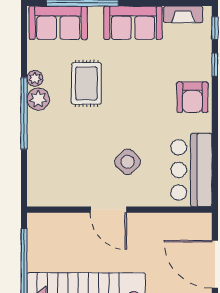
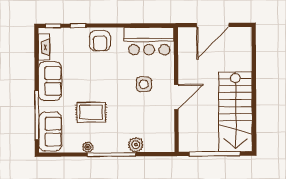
armchair: (192, 97) -> (100, 41), turned 90
plant: (38, 99) -> (136, 145), moved
side table: (128, 162) -> (144, 84), turned 45

